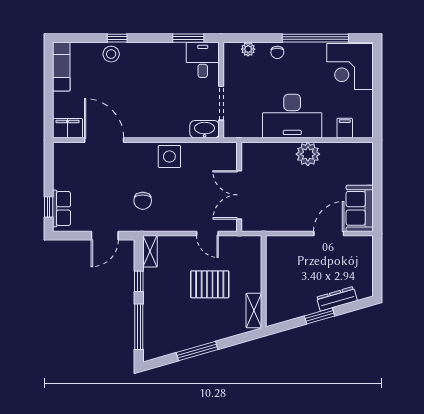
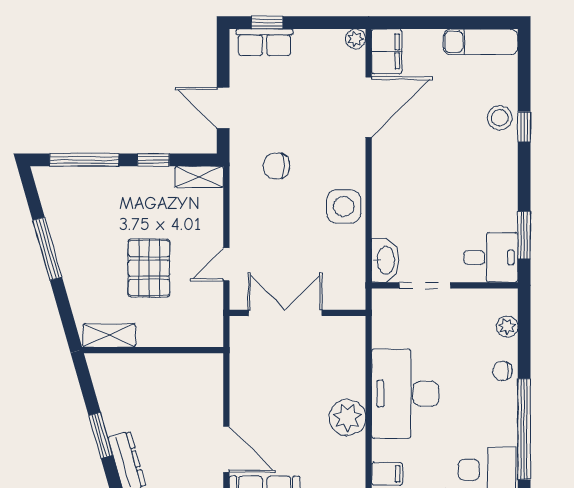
plant: (59, 149) -> (356, 39), added

